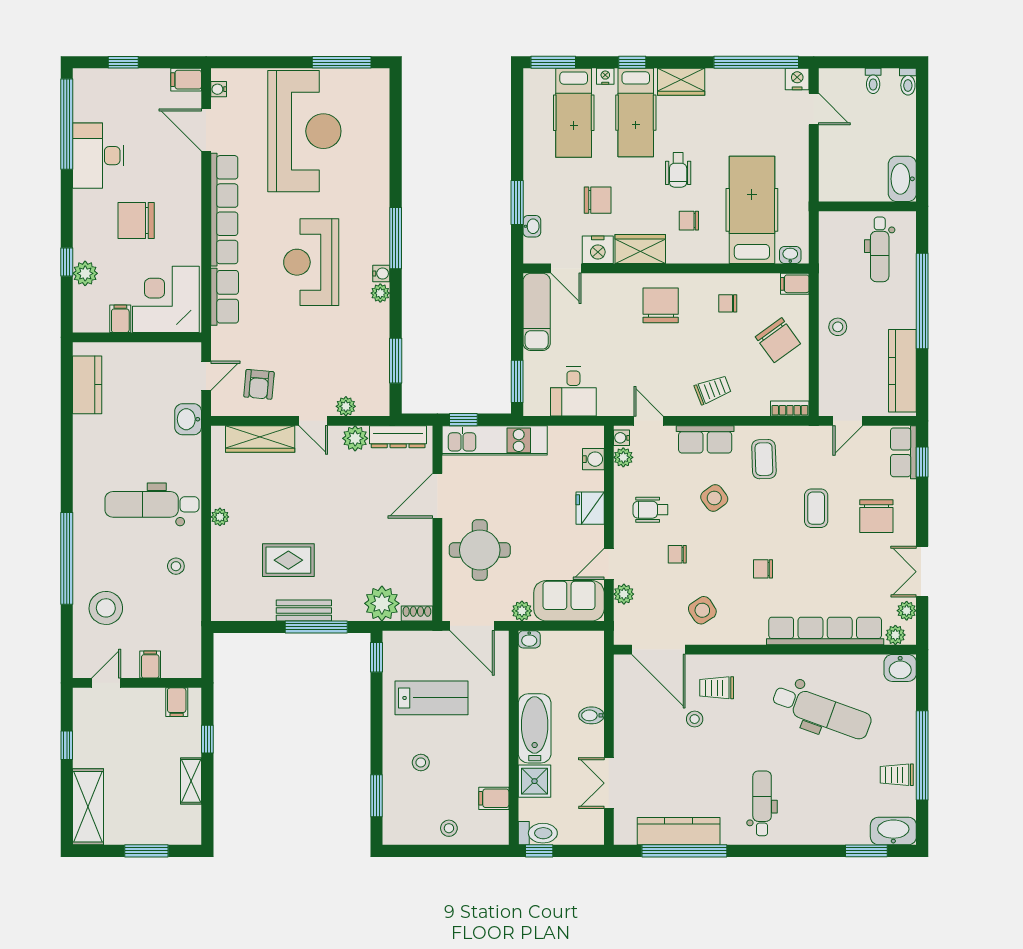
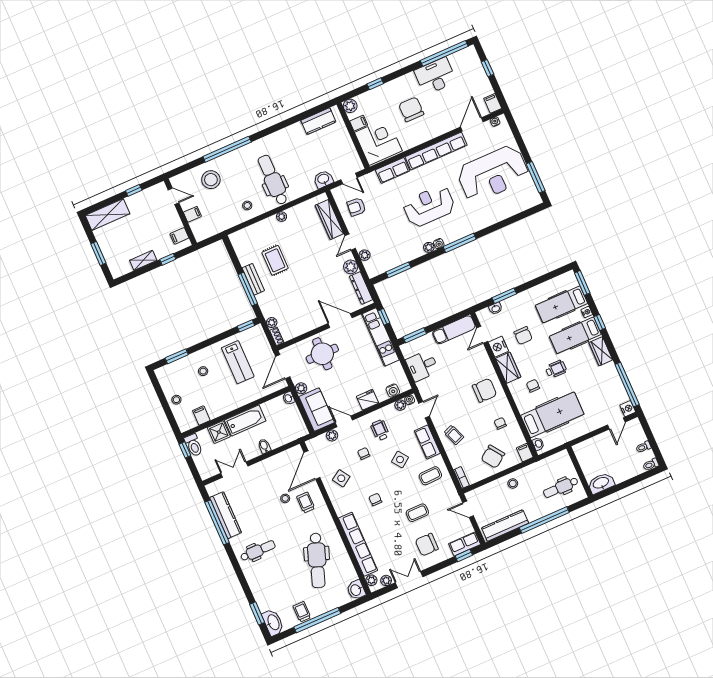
wheelchair: (678, 170) -> (556, 369), turned 180
plant: (85, 273) -> (350, 106), moved
plant: (382, 603) -> (272, 323), width x0.53, depth x0.53

